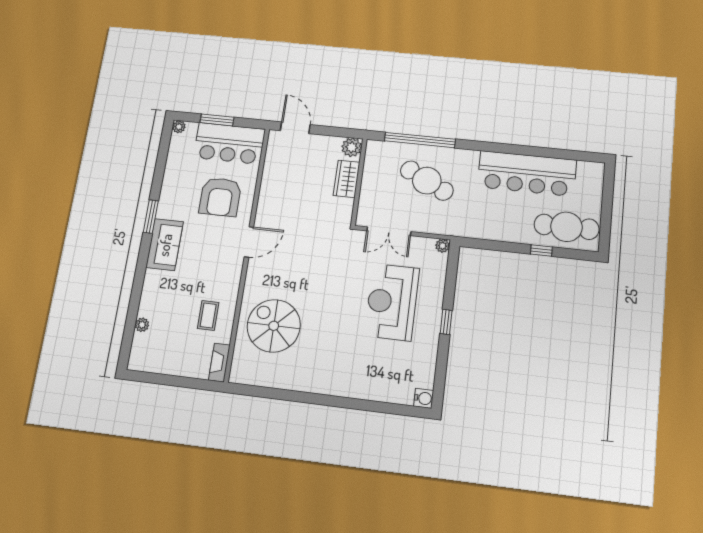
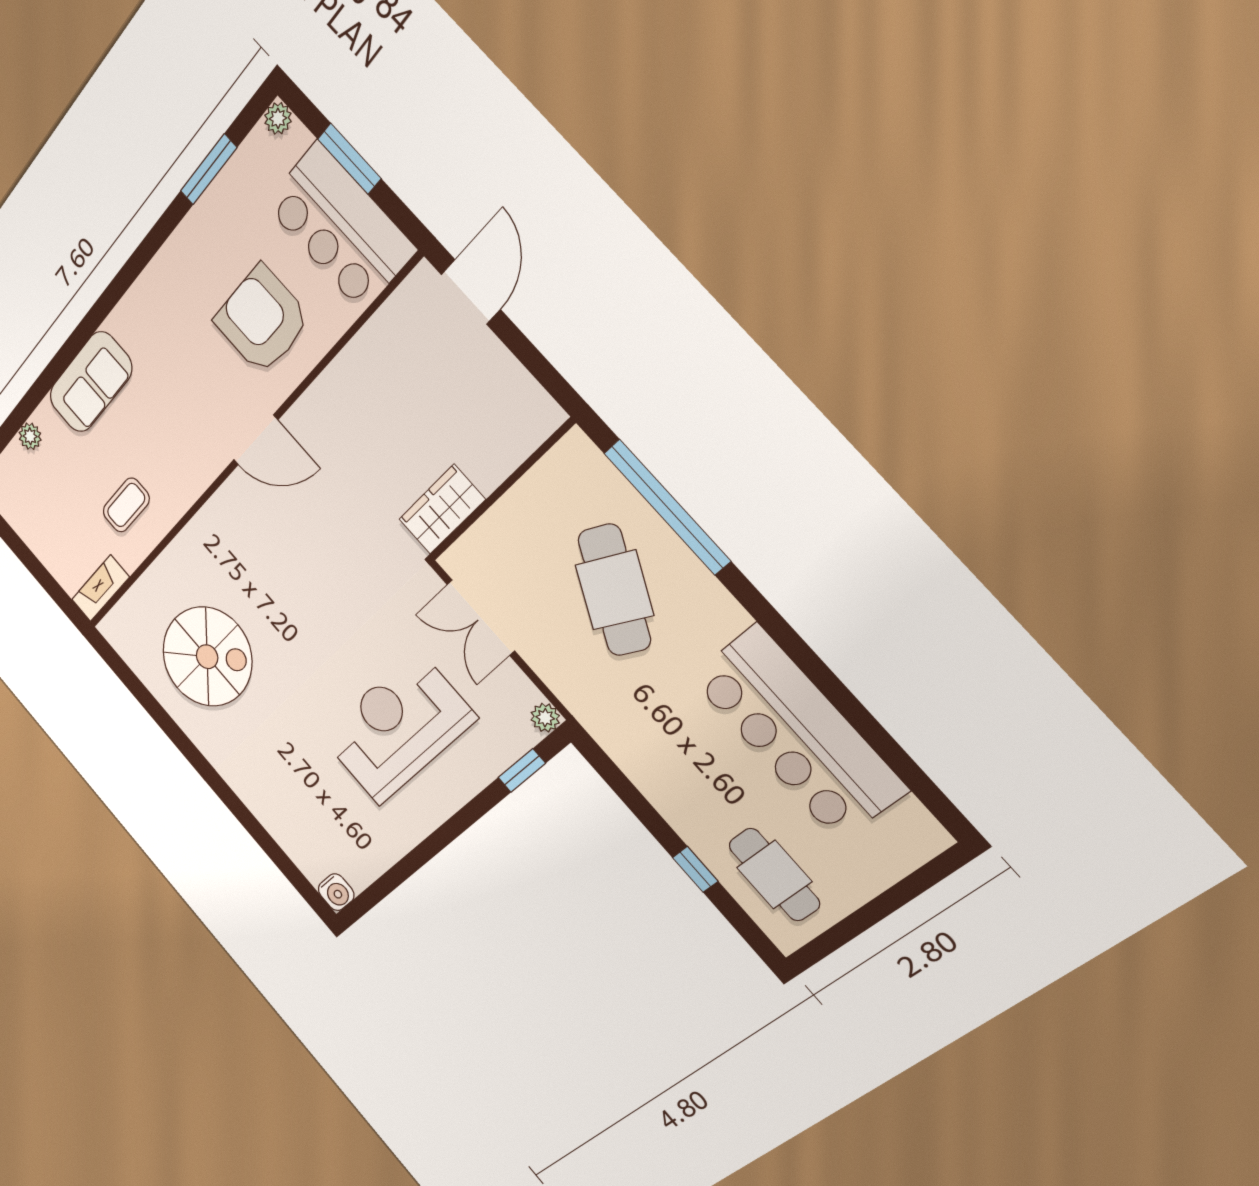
plant: (352, 147) -> (538, 416), removed
wardrobe: (347, 179) -> (442, 509), moved
armchair: (220, 197) -> (262, 320), turned 90
window: (151, 217) -> (209, 169), moved
cafe table: (566, 227) -> (774, 875), width x0.73, depth x0.74
sofa: (165, 245) -> (91, 382), moved
window: (446, 322) -> (522, 770), moved
spiral stairs: (274, 326) -> (207, 657), moved, turned 90

